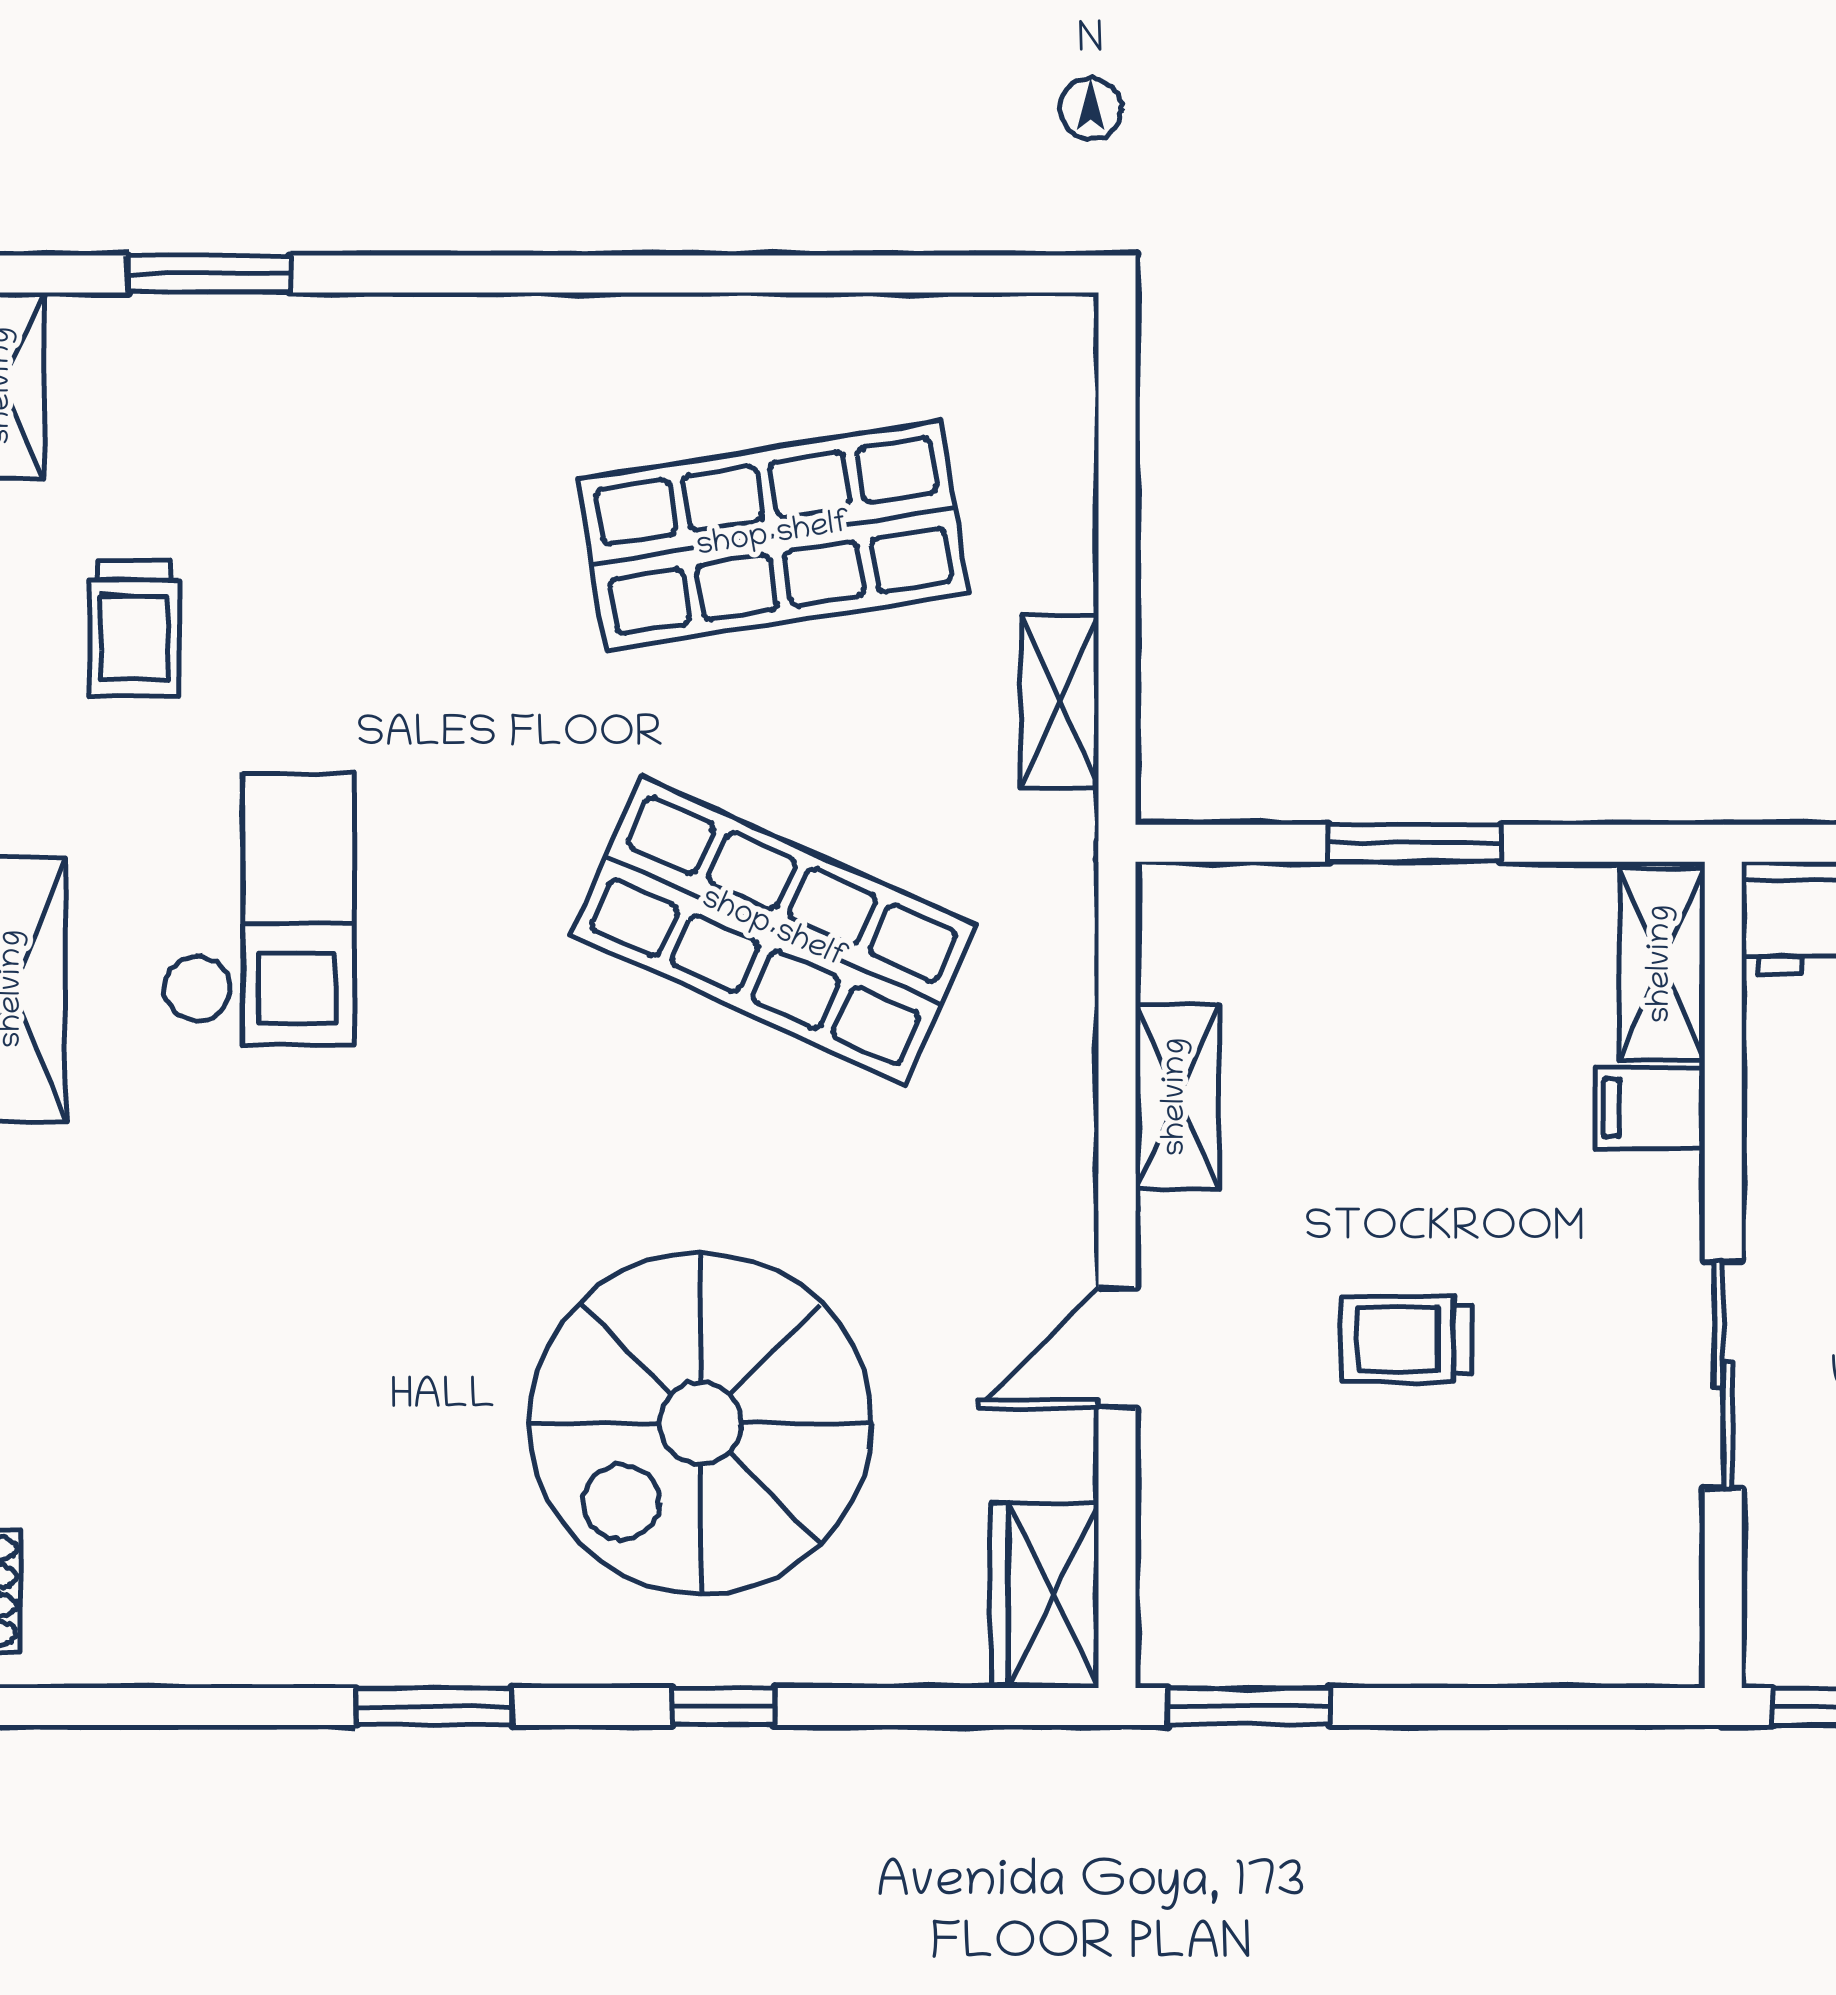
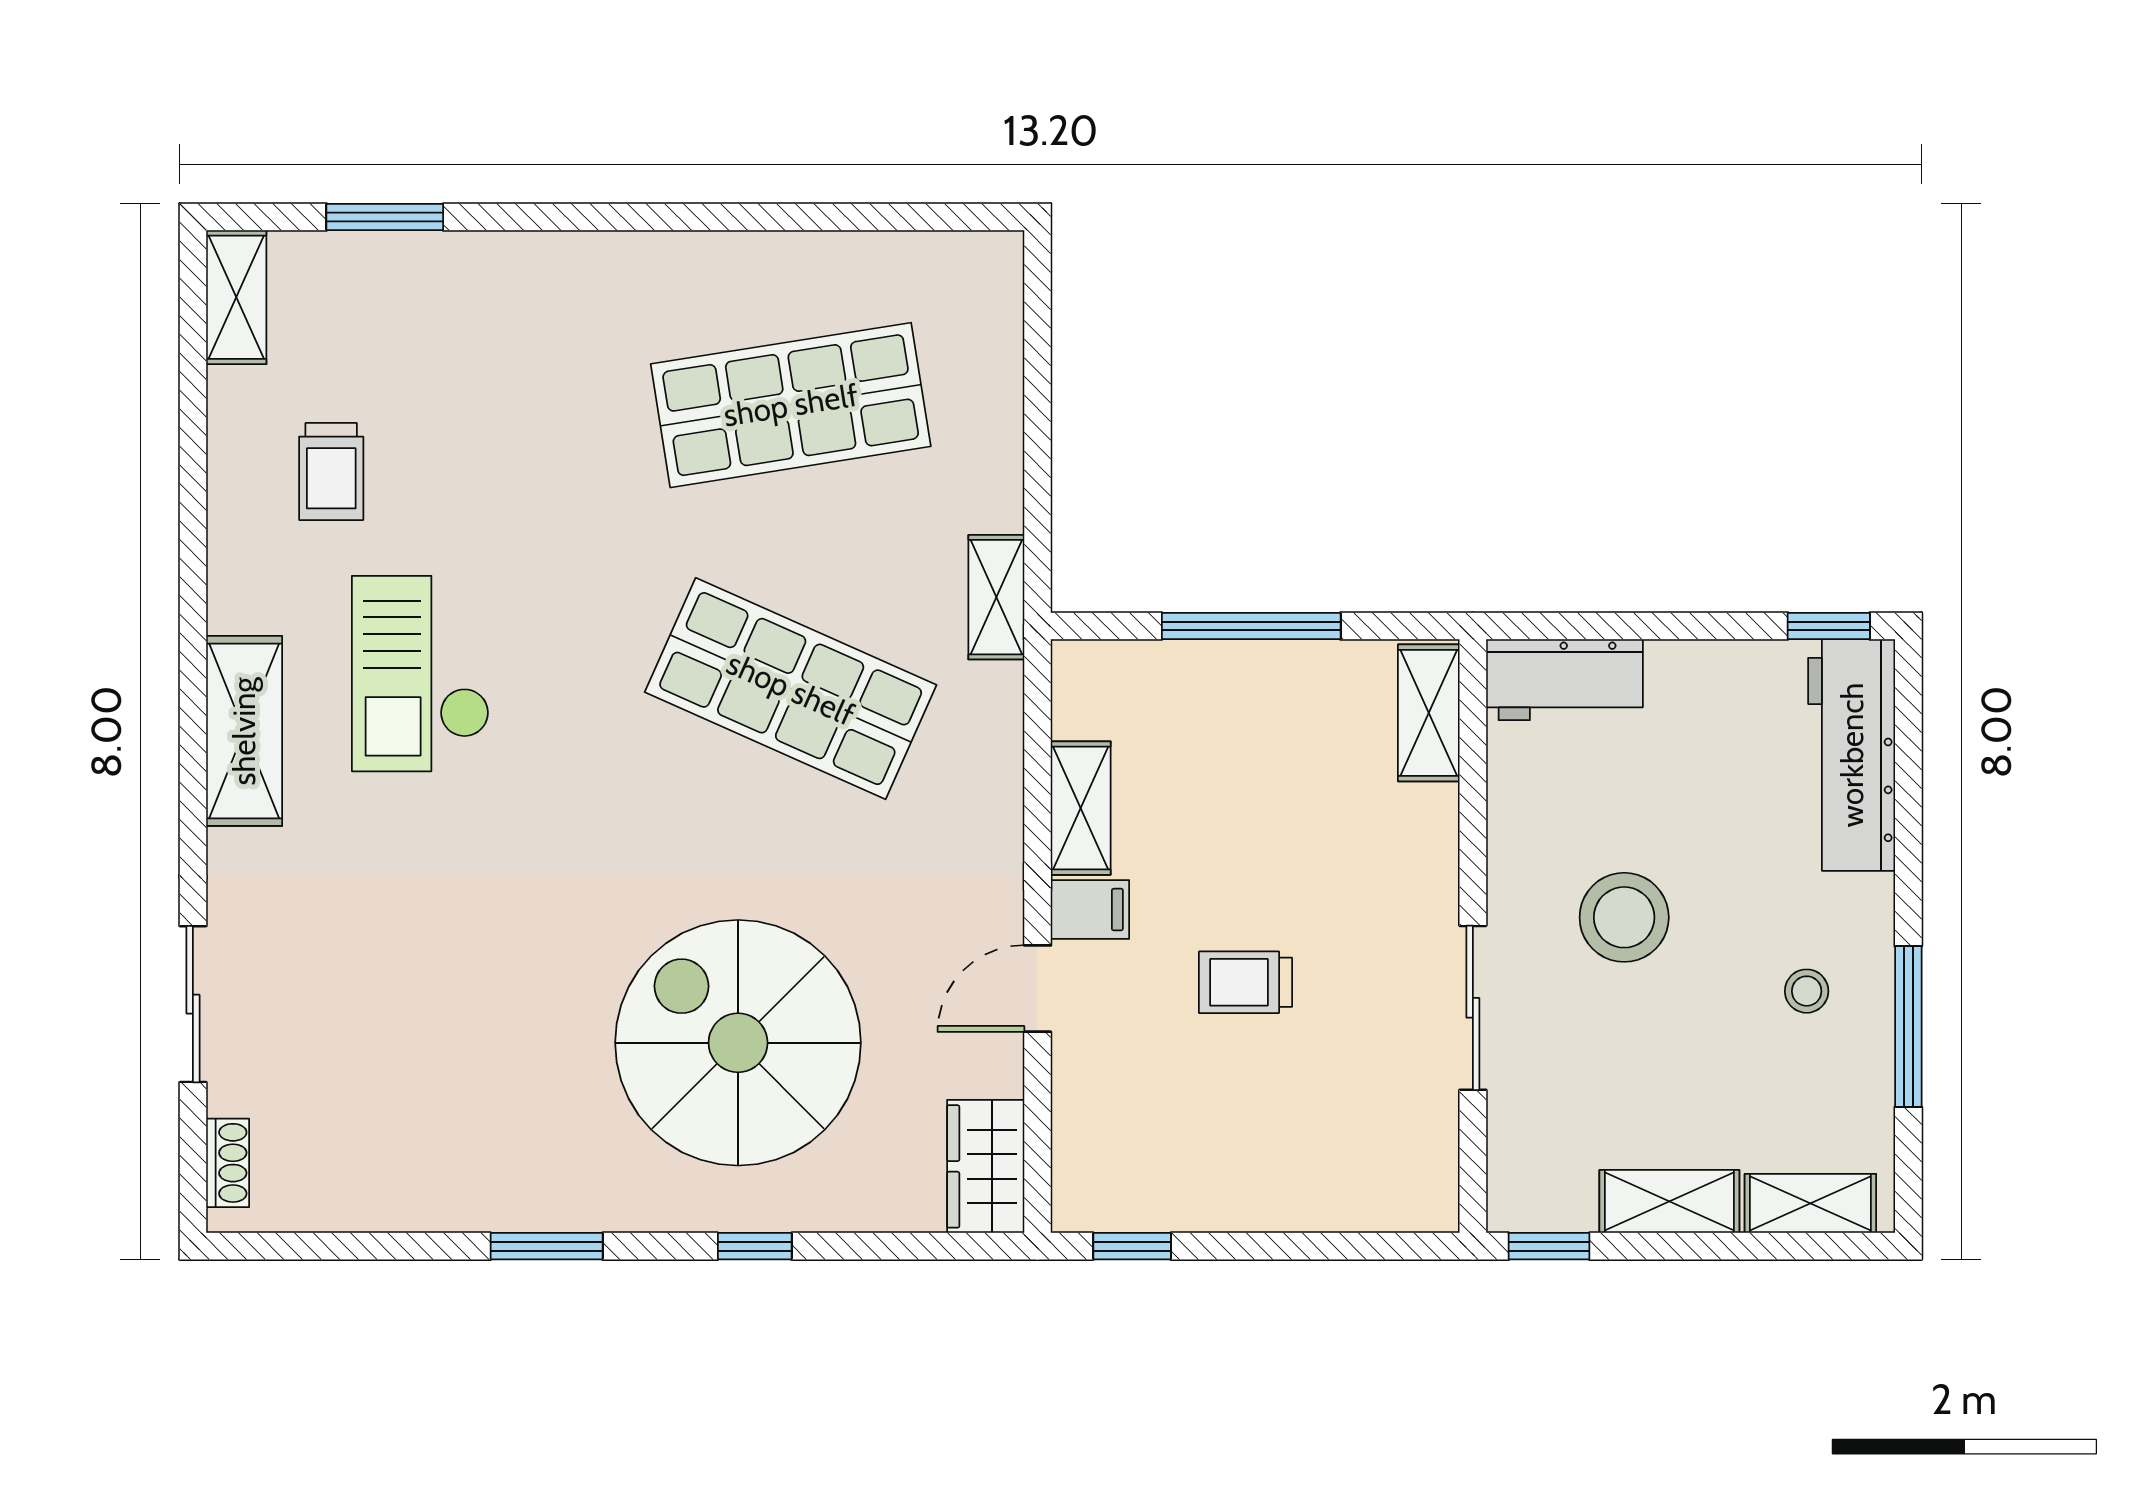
shelving: (1060, 701) -> (996, 597), moved
window: (1415, 843) -> (1251, 626), width x1.44
checkout: (258, 909) -> (421, 674), turned 180
filing cabinet: (1650, 1108) -> (1090, 910), moved, turned 180
spiral stairs: (700, 1423) -> (738, 1043), turned 90
window: (1249, 1706) -> (1132, 1246), width x0.67

